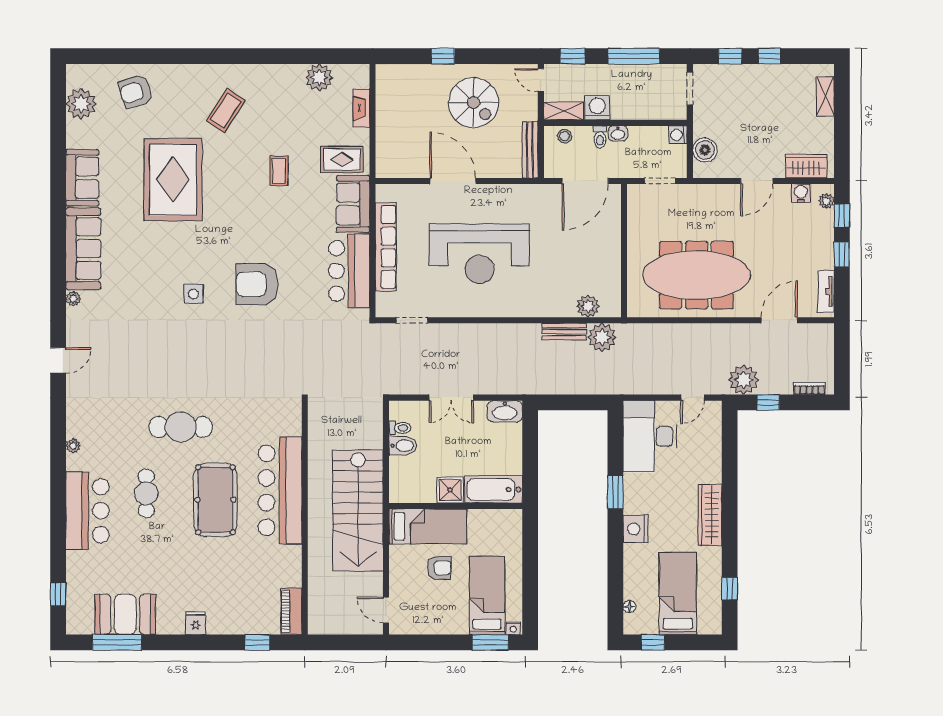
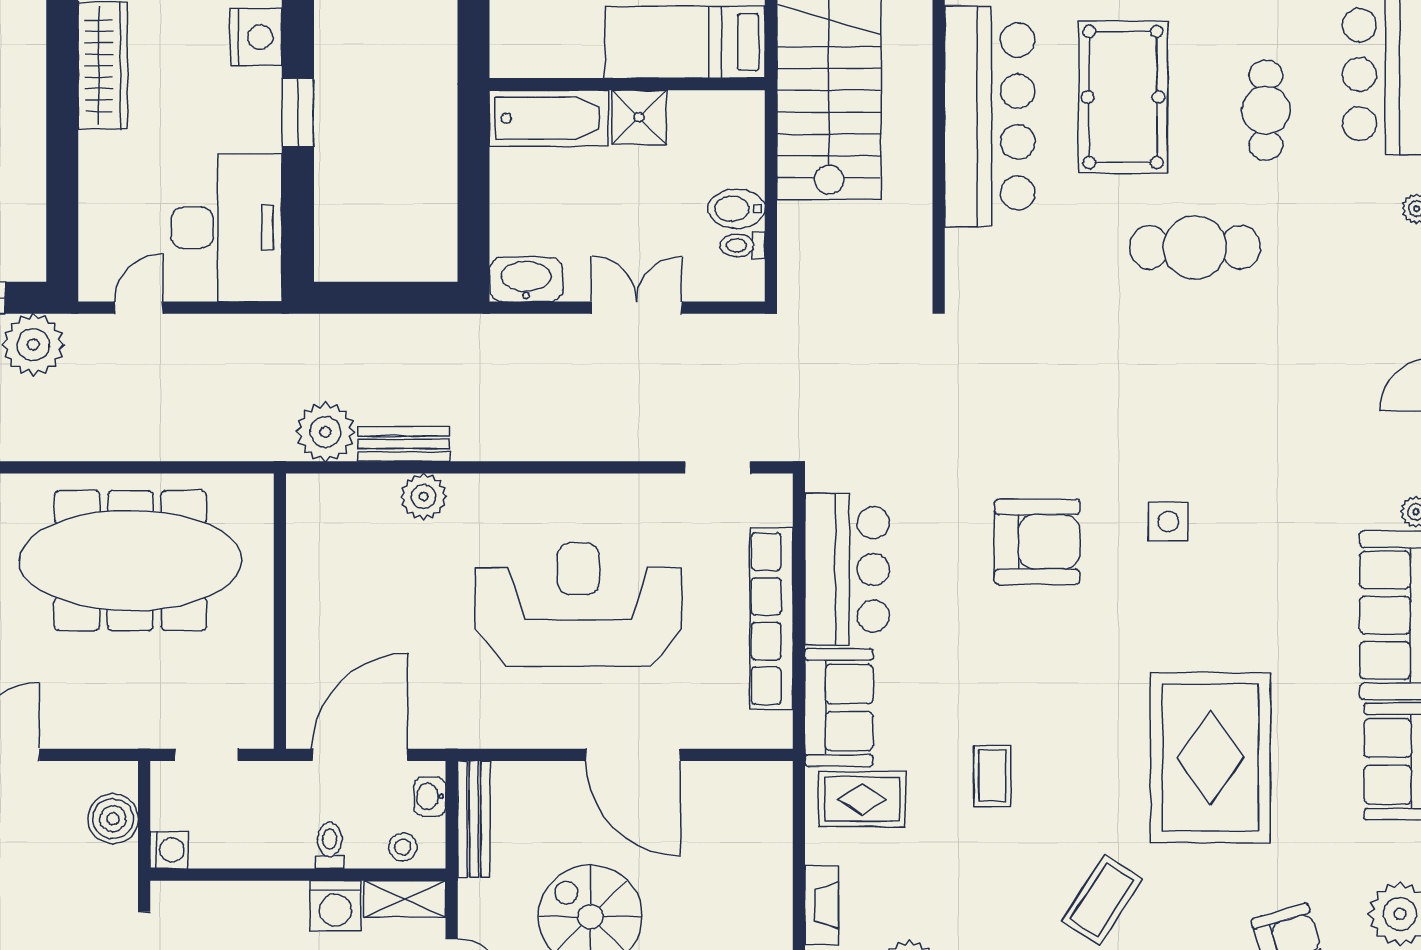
washbasin: (618, 133) -> (430, 797), moved, turned -90
plant: (588, 306) -> (423, 496), moved

